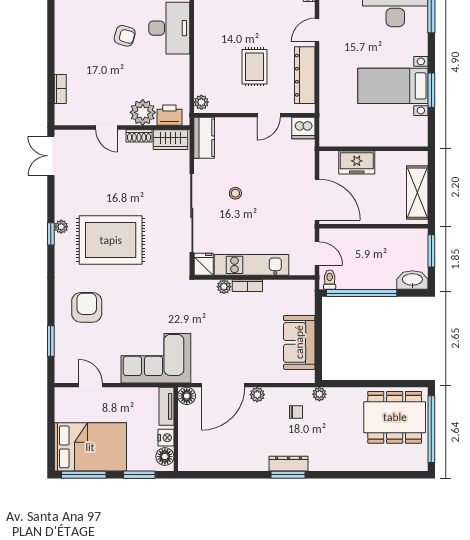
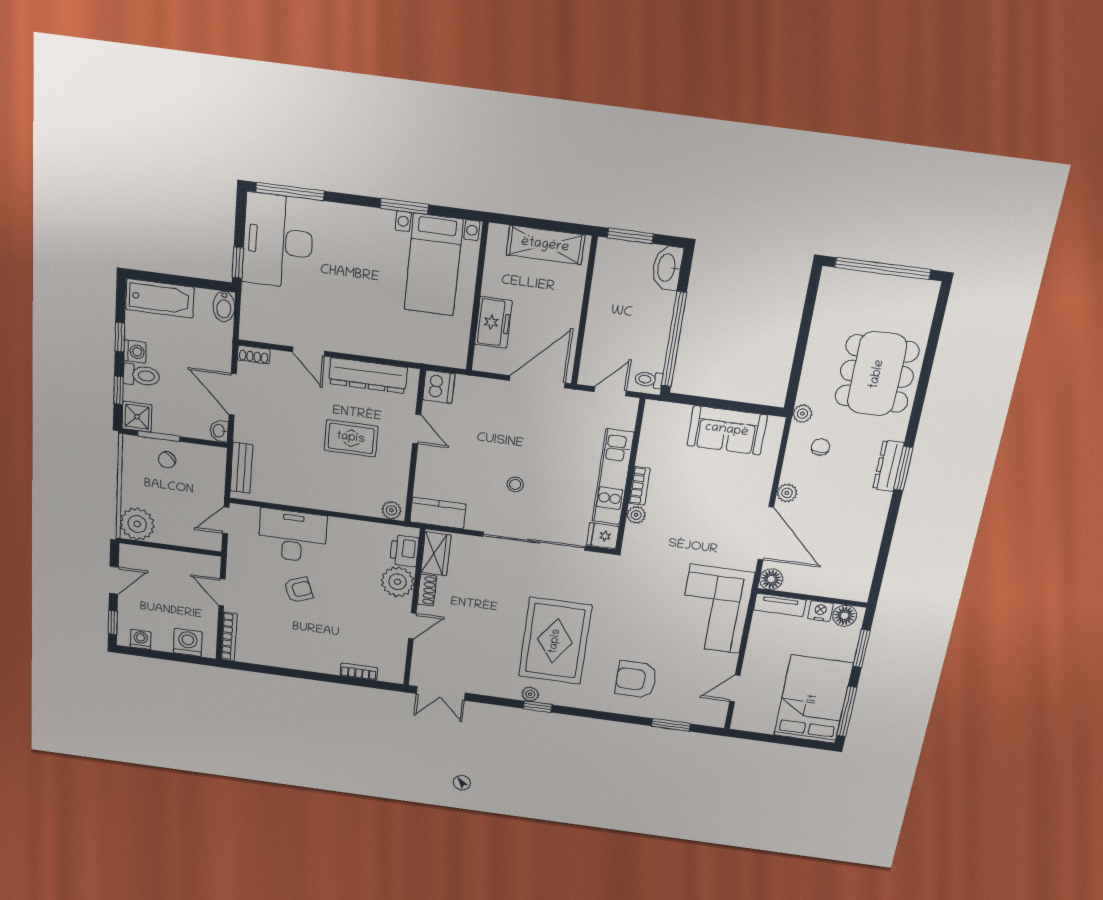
armchair: (125, 36) -> (298, 590), turned 53
bed with nightstands: (393, 86) -> (433, 265), moved
dining table: (395, 417) -> (877, 374), moved

